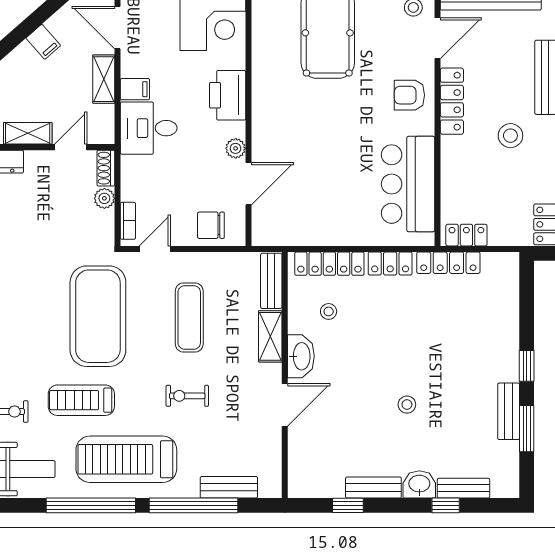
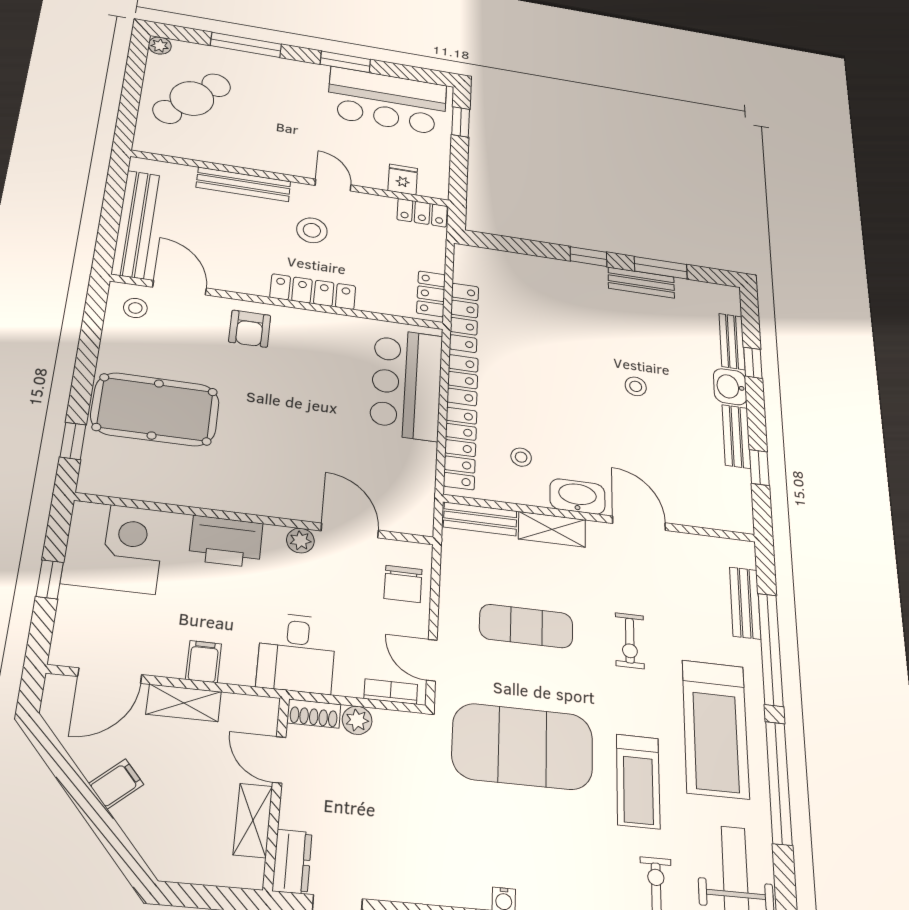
locker: (452, 101) -> (313, 292), moved
desk: (149, 128) -> (296, 653), moved
bar counter: (408, 184) -> (407, 384), moved, turned 90

